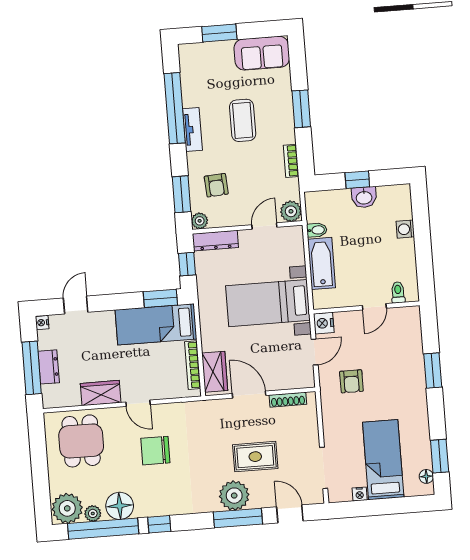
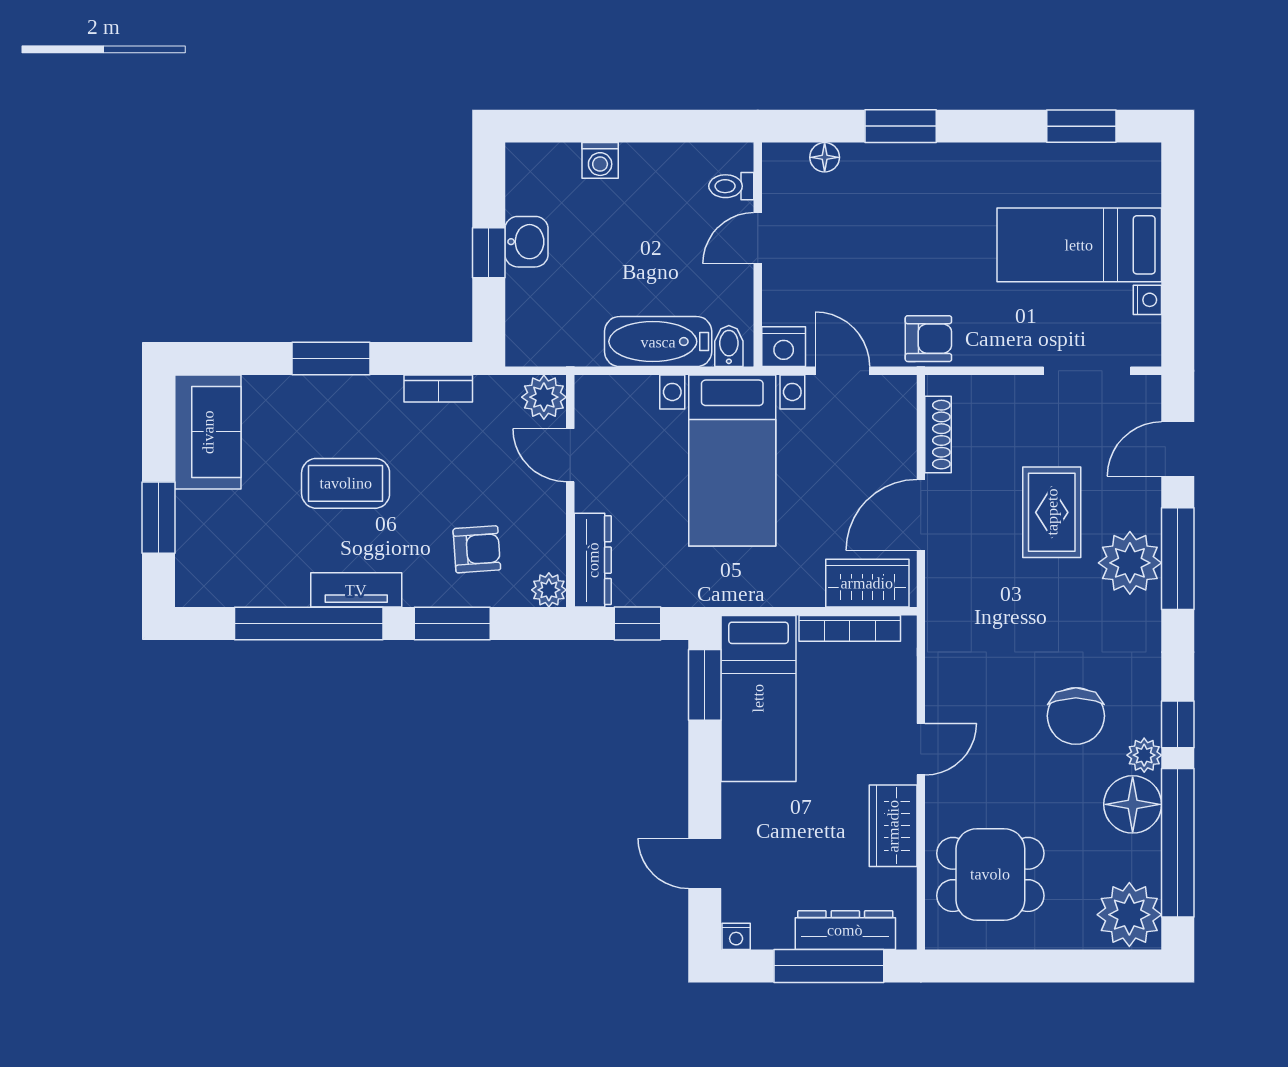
window: (181, 194) -> (452, 624), moved
bidet: (317, 230) -> (729, 346), moved
door: (374, 307) -> (758, 238), swing flipped
dresser: (49, 367) -> (845, 930), width x1.44
armchair: (351, 381) -> (928, 339), moved
chair: (155, 451) -> (1076, 716), moved
floor lamp: (426, 476) -> (825, 157), moved
plant: (93, 513) -> (1144, 755), moved

